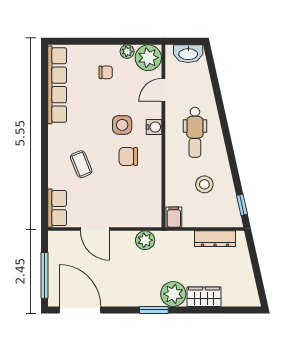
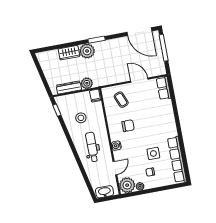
side table: (122, 125) -> (153, 153), moved
coffee table: (81, 164) -> (121, 100), moved
plant: (145, 240) -> (87, 83), moved

